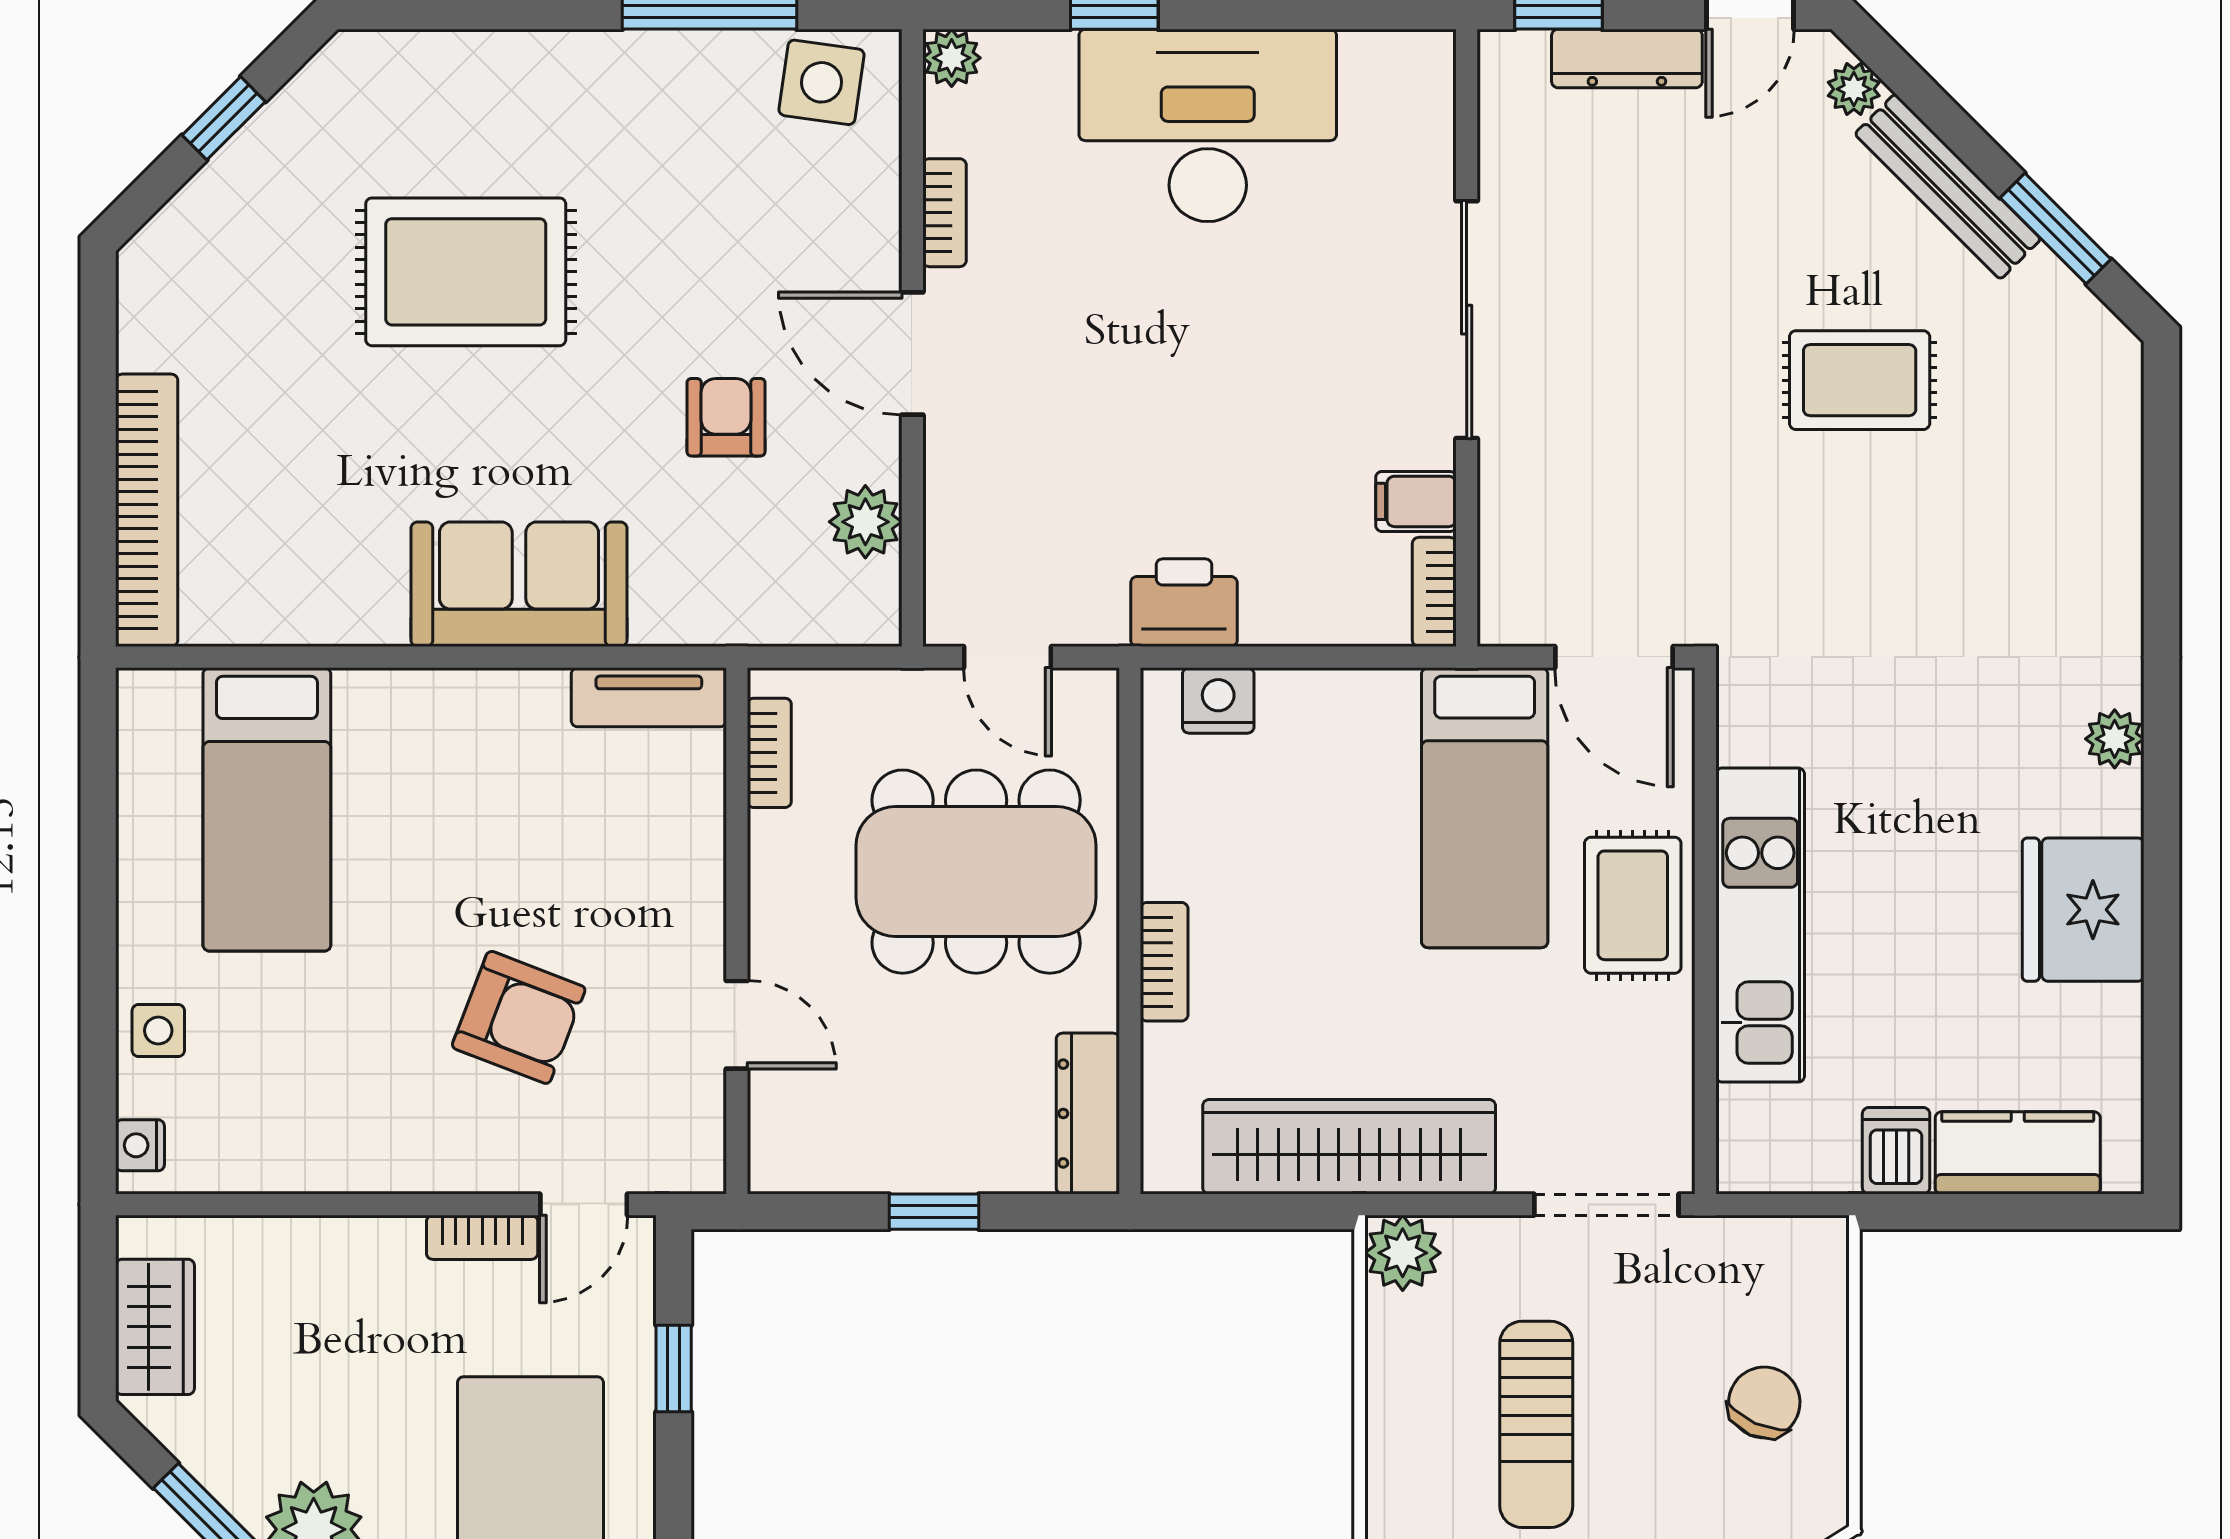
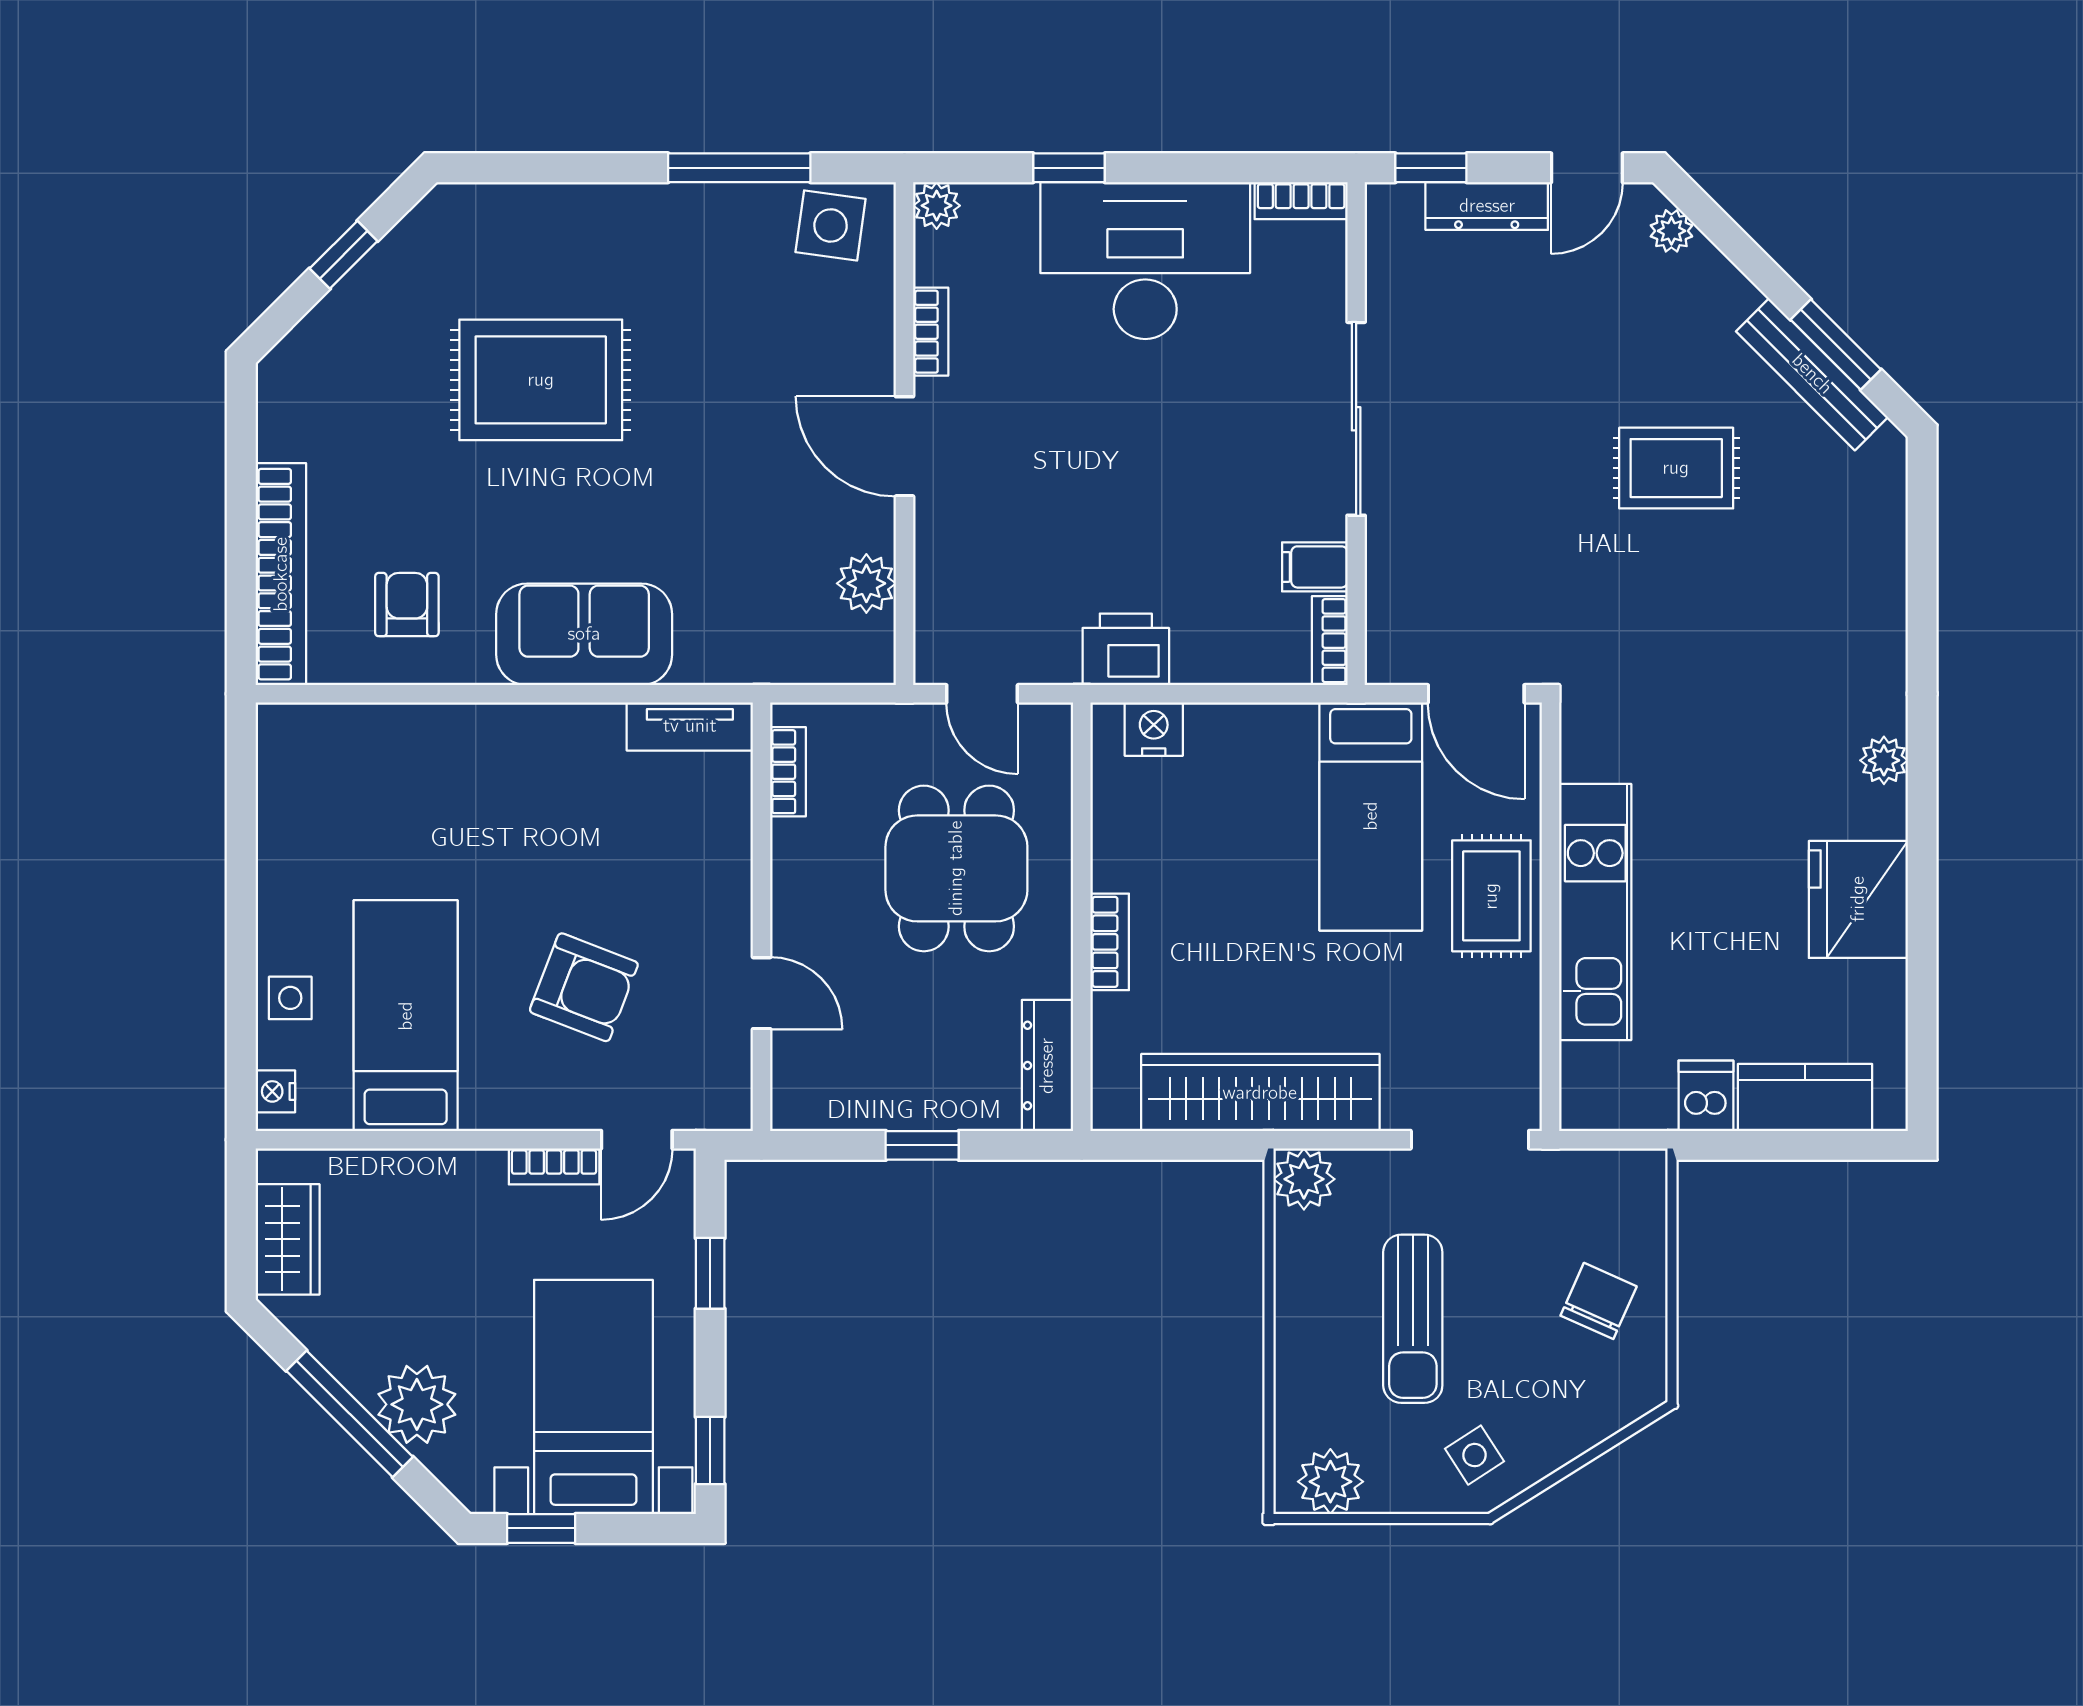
bookcase: (1399, 52) -> (1301, 201), added
bench: (1948, 187) -> (1812, 374), moved
armchair: (726, 417) -> (407, 605), moved
bed: (267, 809) -> (406, 1016), moved, turned 180
dining table: (976, 872) -> (956, 868), width x0.73

